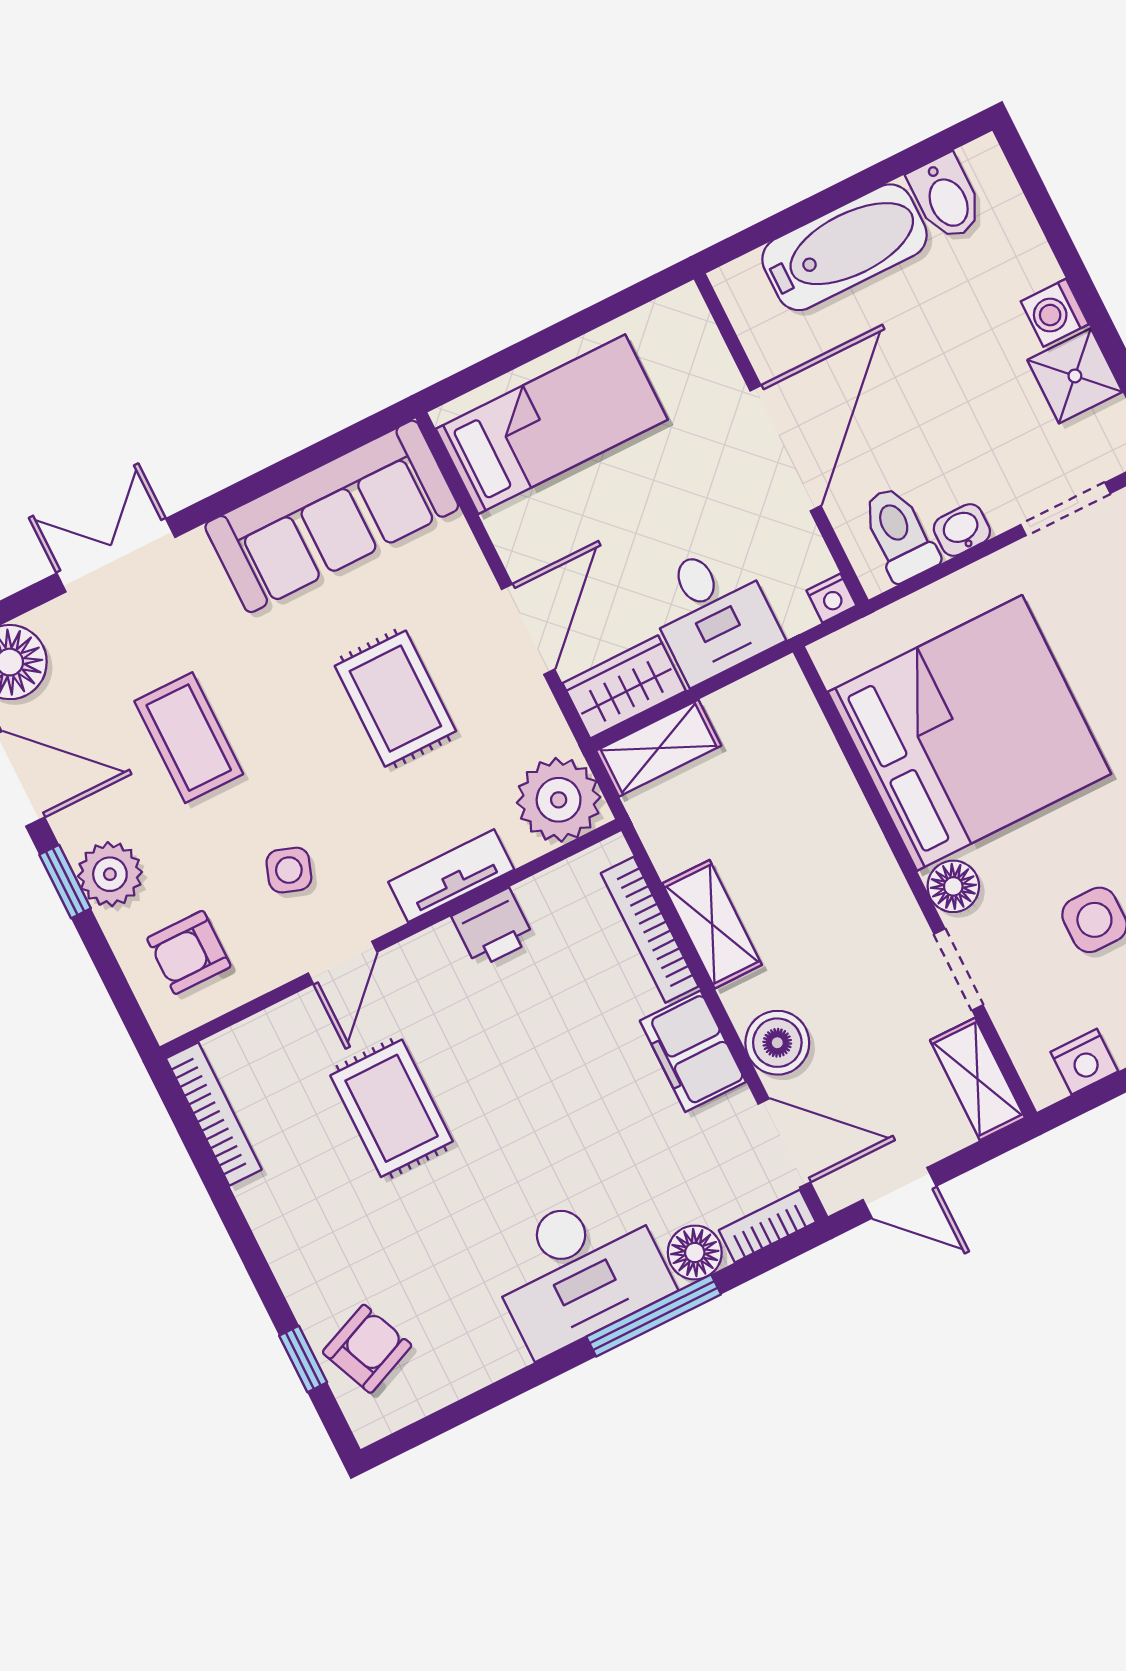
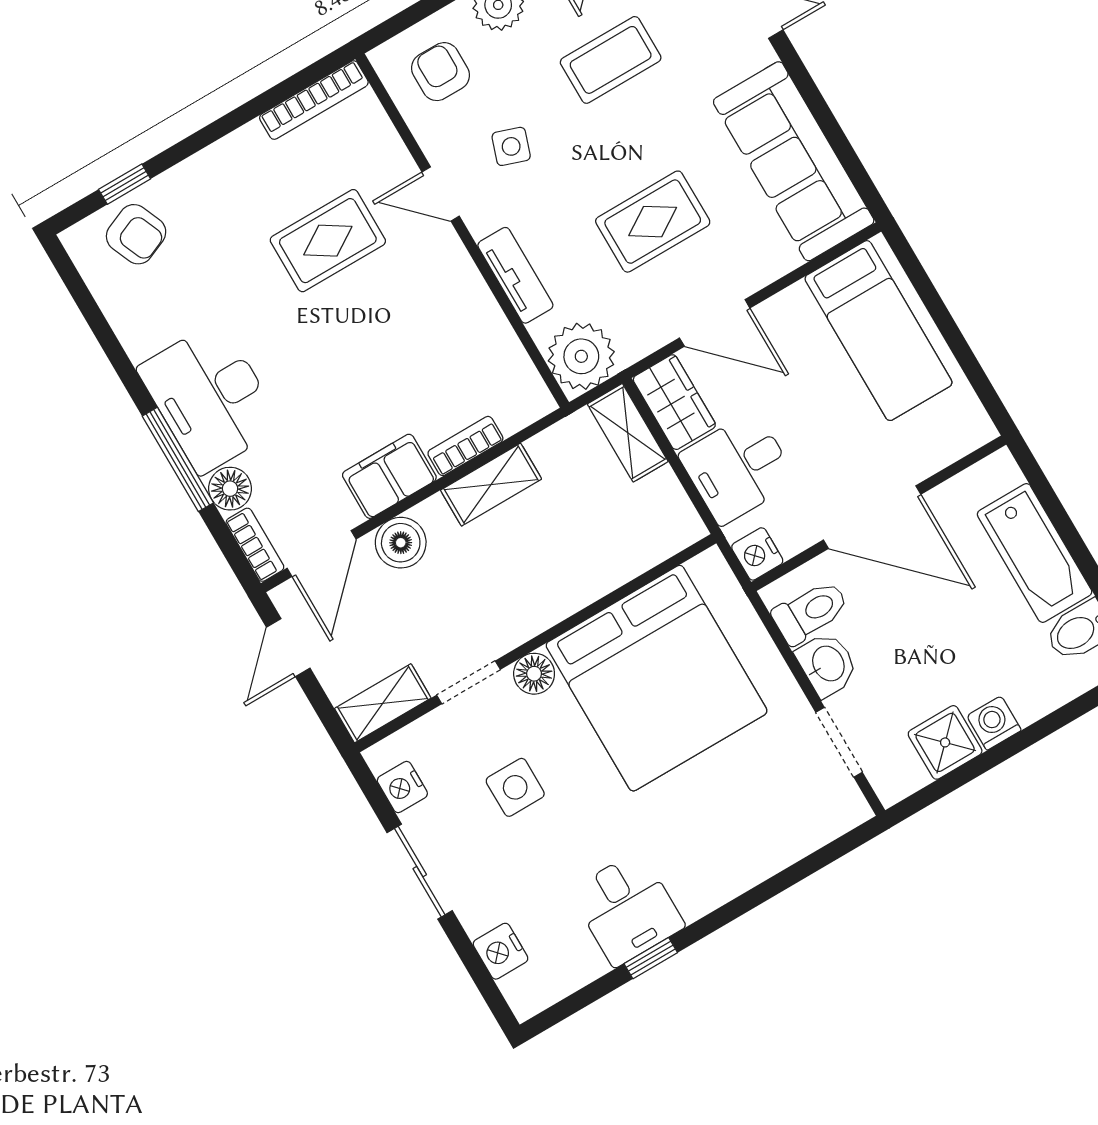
washbasin: (962, 530) -> (827, 664), width x1.38, depth x1.45
nightstand: (831, 598) -> (757, 554), width x1.39, depth x1.35
printer: (493, 928) -> (476, 311), removed
bookcase: (650, 930) -> (465, 446), width x0.64

